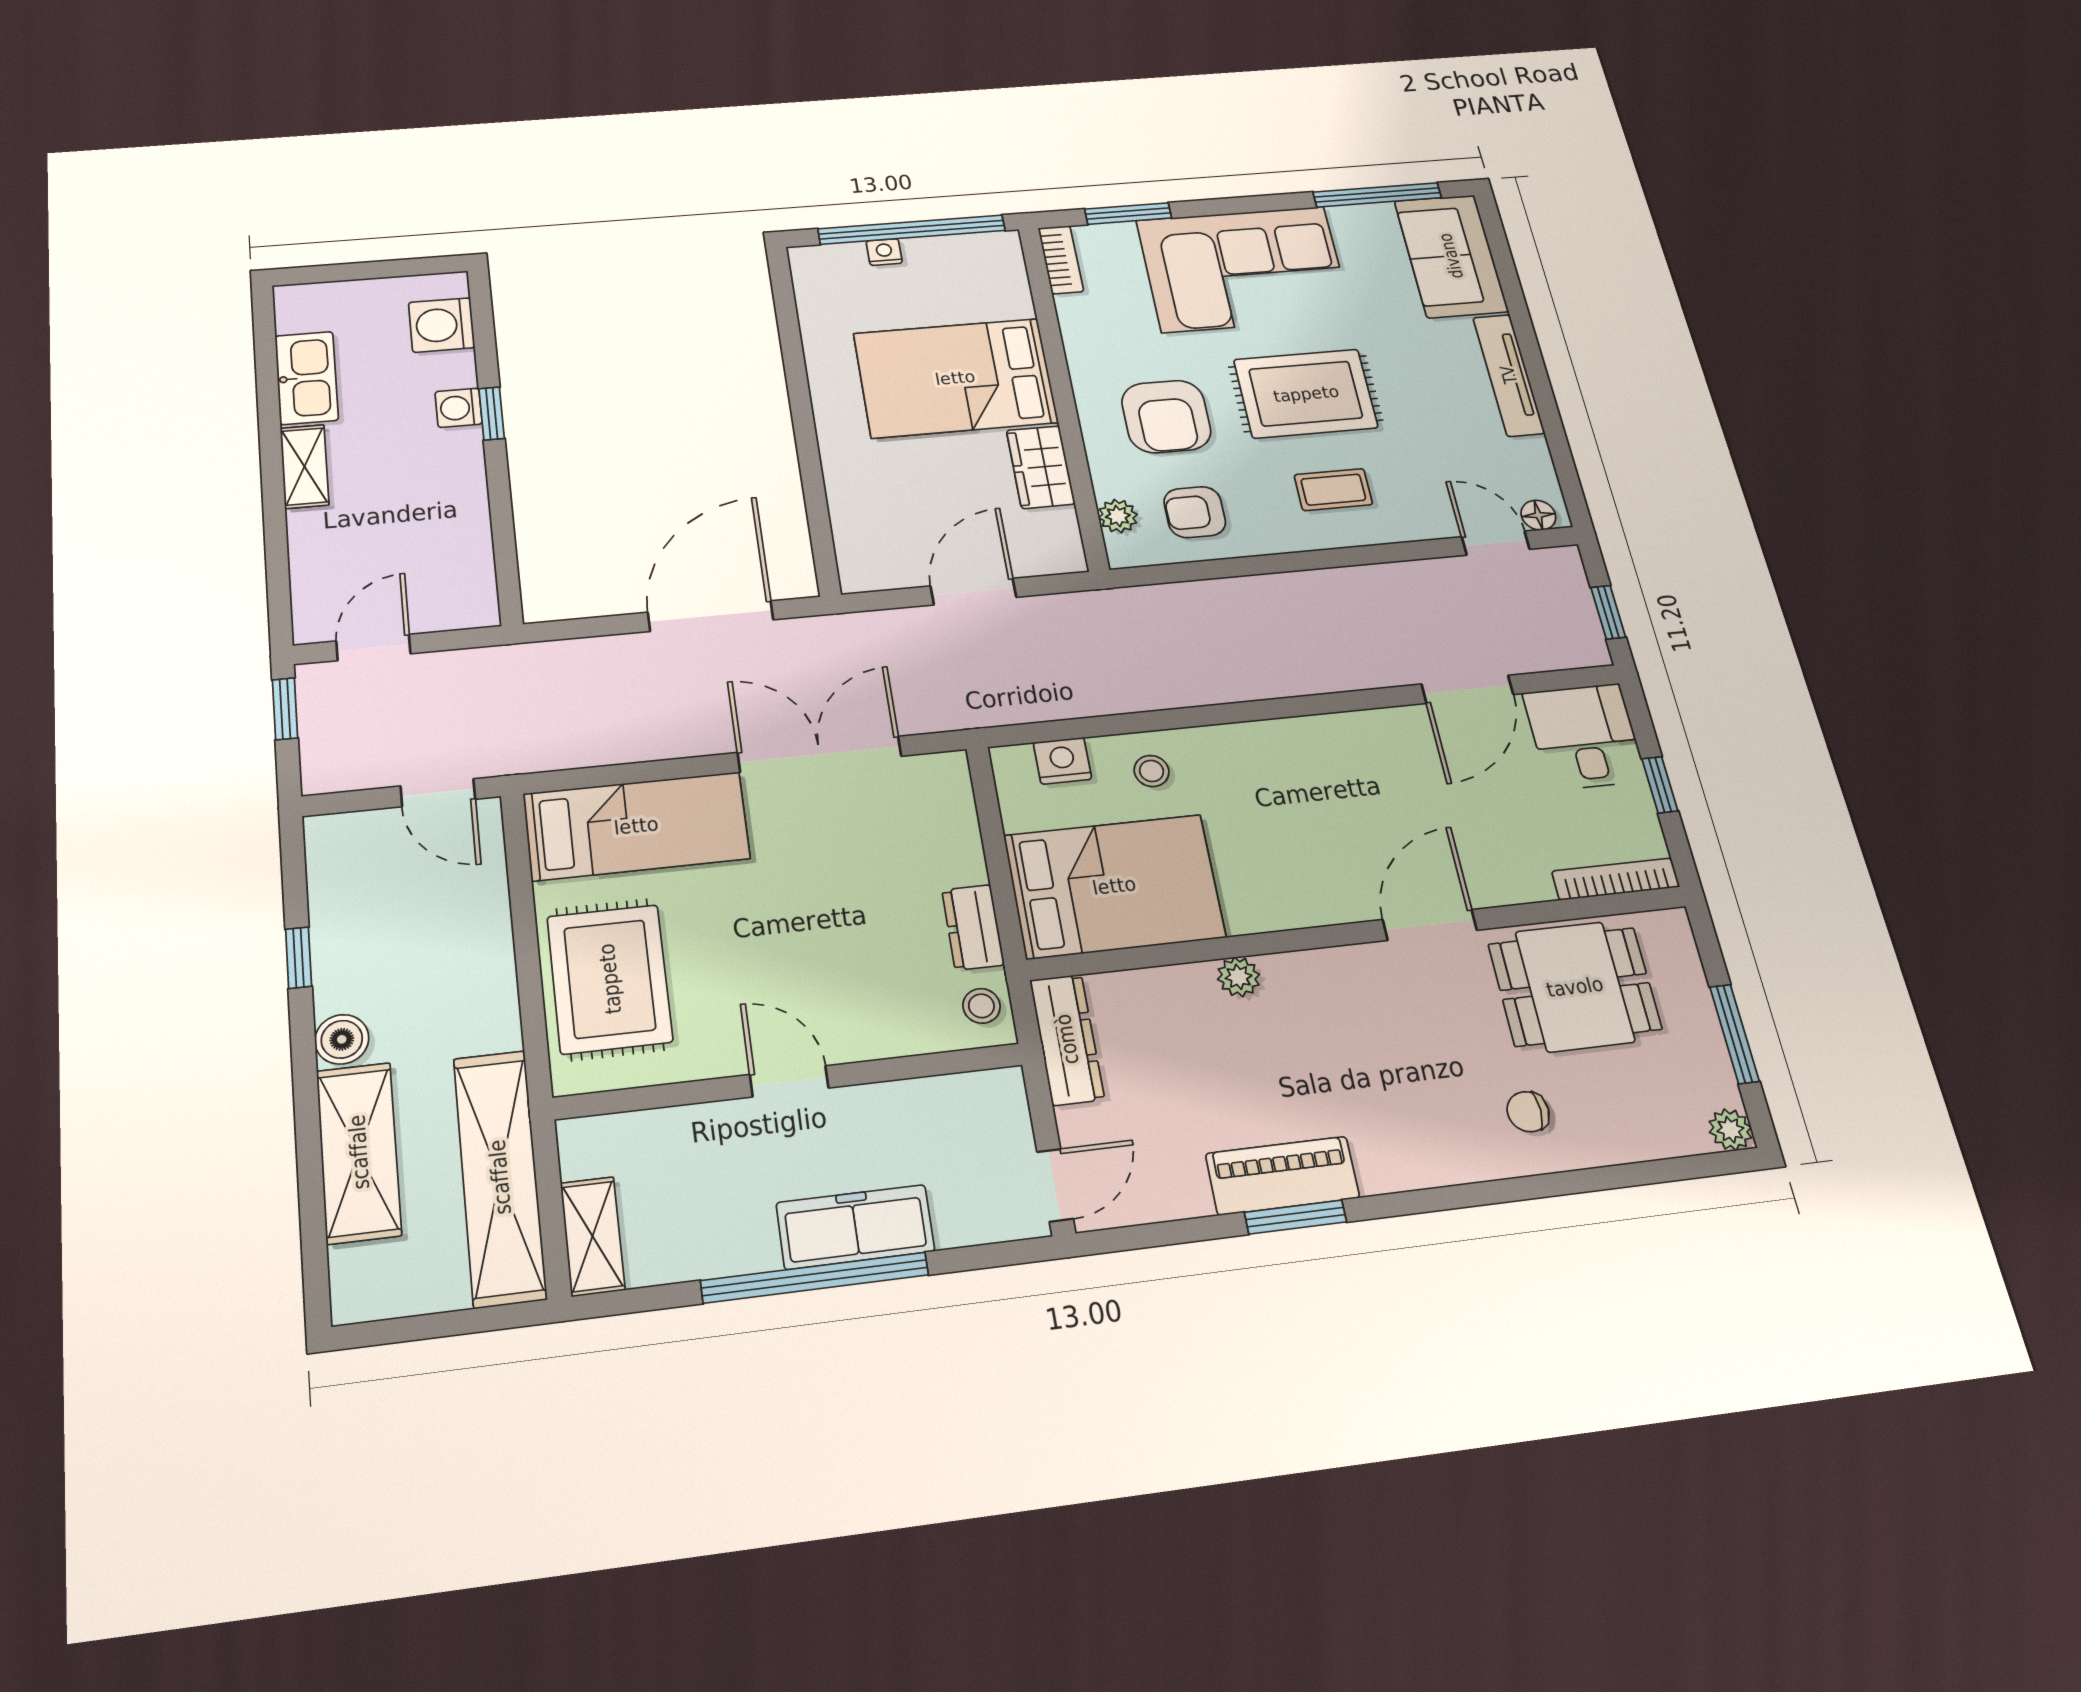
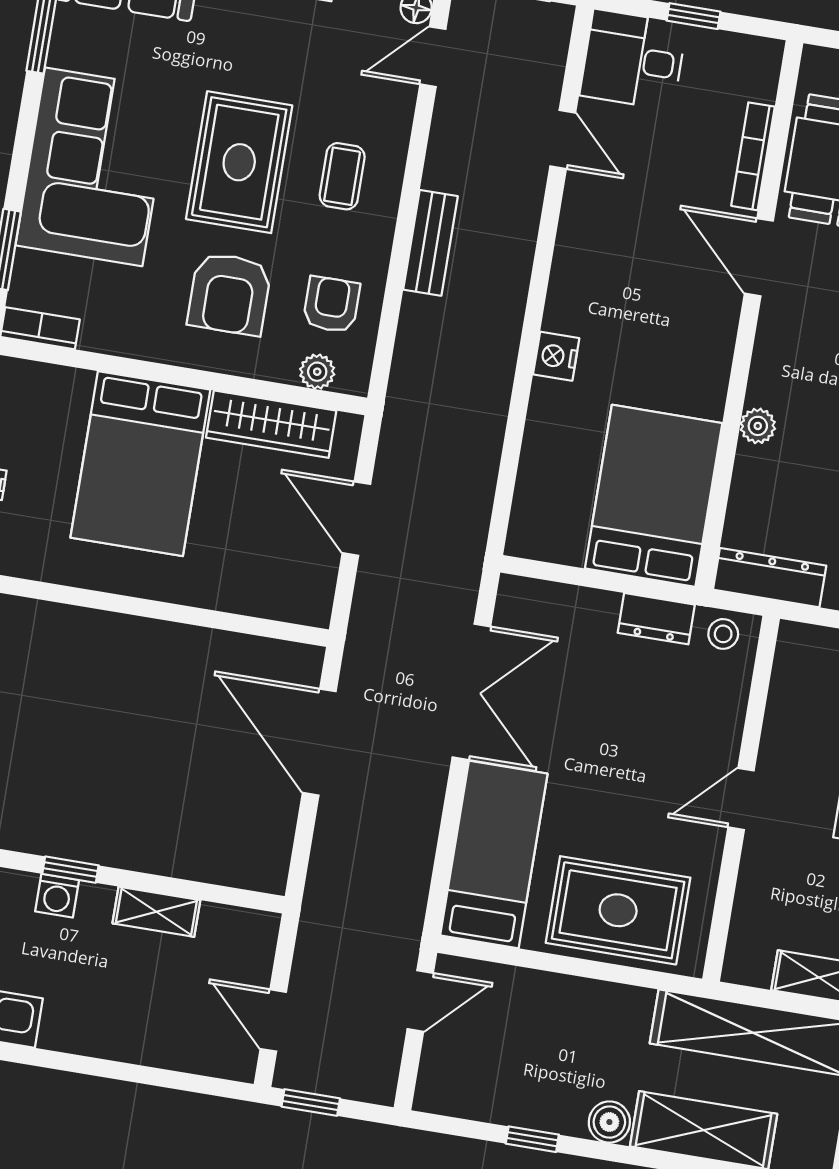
armchair: (1166, 417) -> (229, 294), turned 90
shelving: (305, 466) -> (156, 912), moved
wardrobe: (1041, 467) -> (271, 424), width x1.50
armchair: (1195, 512) -> (331, 305), turned 180
bench: (1300, 589) -> (431, 243), added
door: (1467, 689) -> (563, 140), width x0.73
double door: (819, 754) -> (471, 692), swing flipped
nightstand: (1062, 761) -> (556, 356), moved
stool: (1152, 771) -> (562, 430), removed
bookcase: (1616, 879) -> (753, 156), moved

